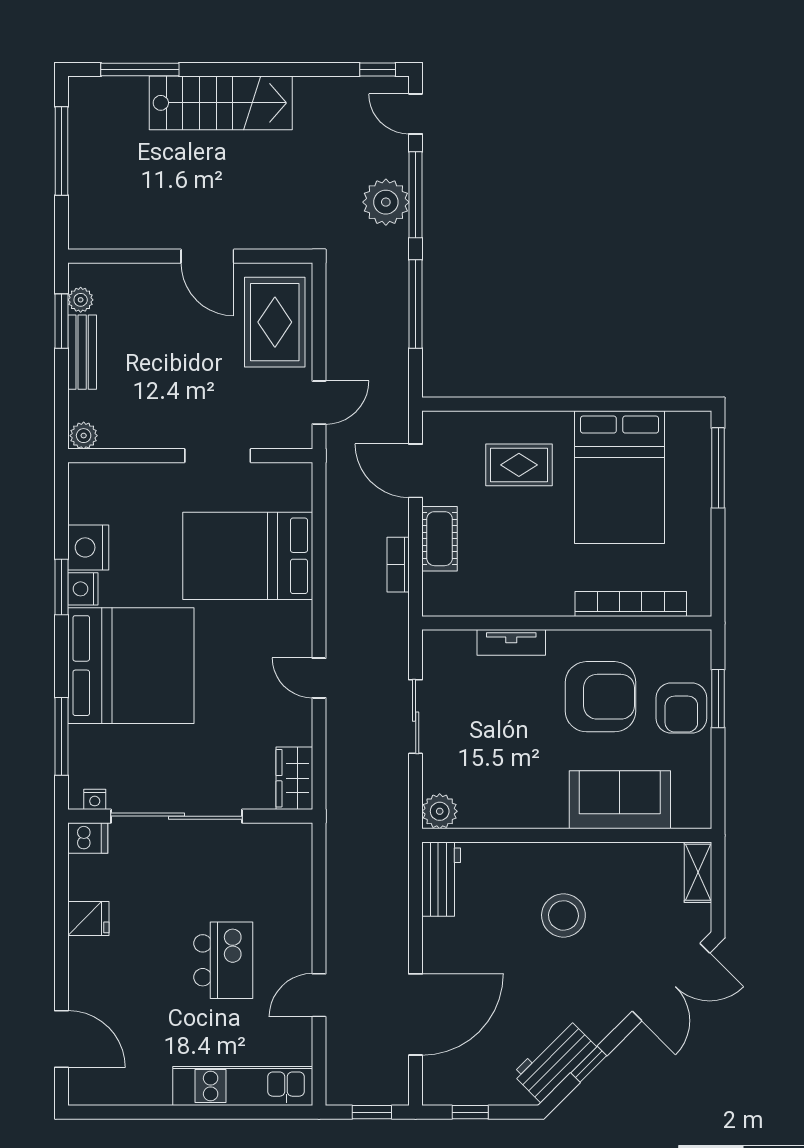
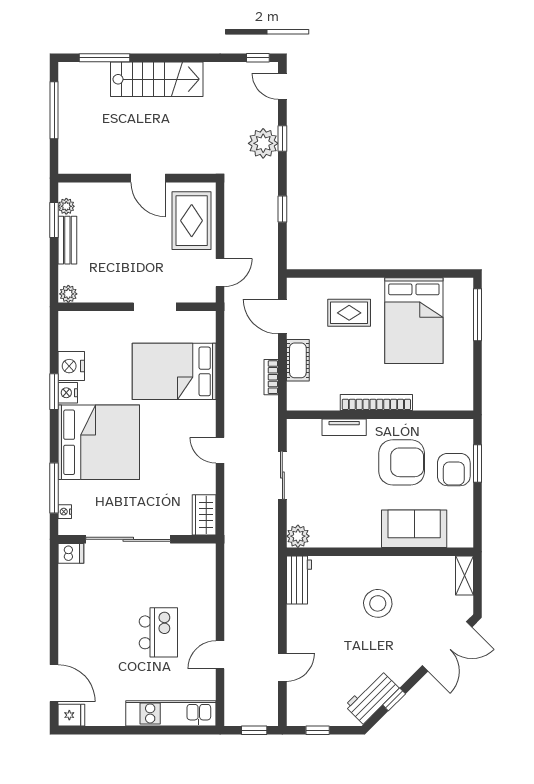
window: (416, 195) -> (282, 139), width x0.46
window: (416, 304) -> (282, 209), width x0.46
bookcase: (631, 604) -> (376, 402), moved
nightstand: (95, 799) -> (65, 512), moved, turned 90
fridge: (88, 918) -> (71, 715), moved
door: (416, 1014) -> (282, 667), width x0.53

